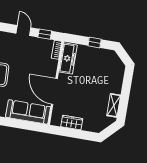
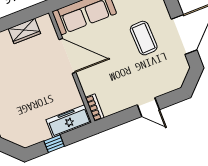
window: (45, 34) -> (120, 118), removed
freezer: (68, 58) -> (69, 121), moved, turned 90

